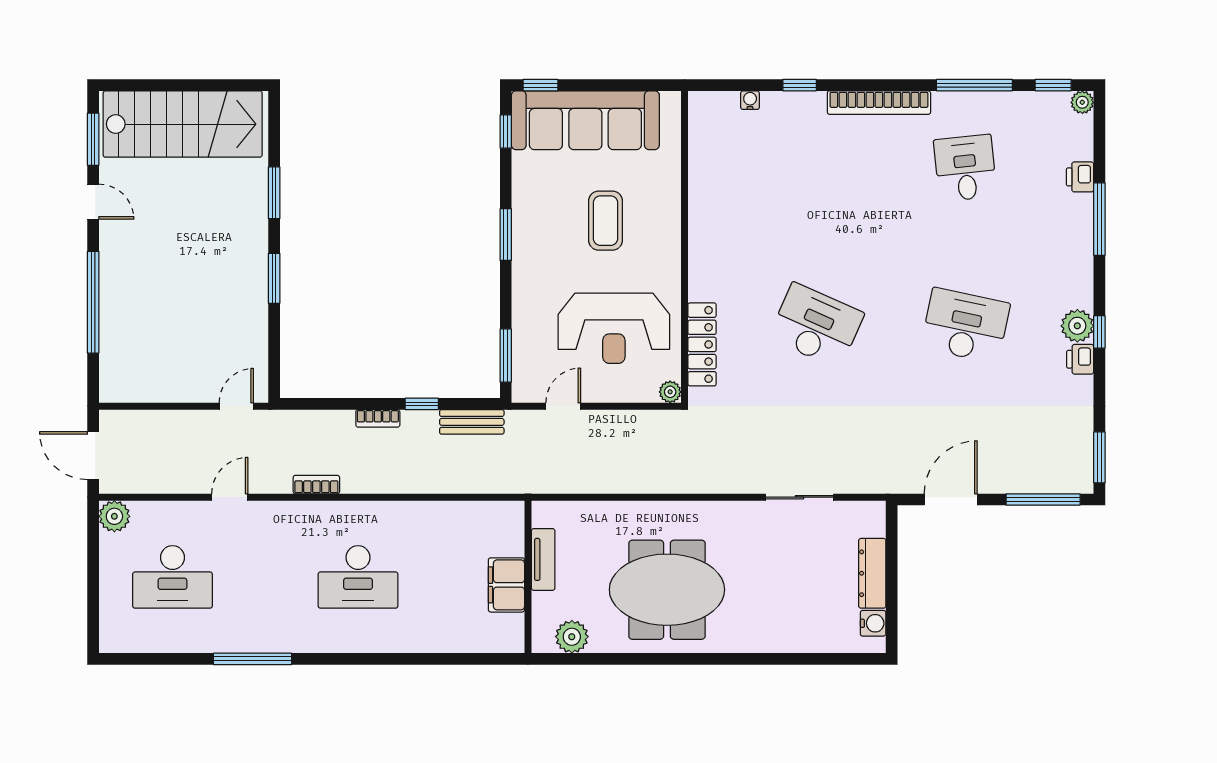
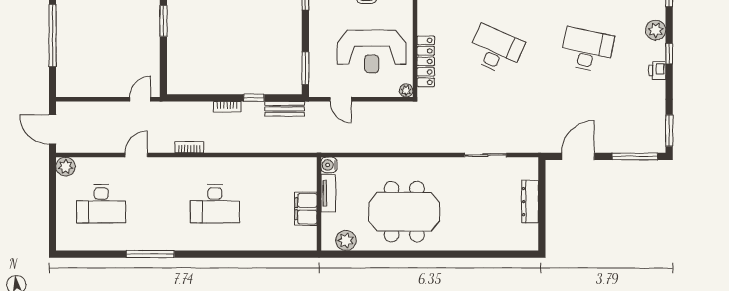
plant: (1077, 326) -> (656, 30), moved
door: (563, 406) -> (341, 99), swing flipped
water cooler: (873, 623) -> (329, 165), moved, turned 180

